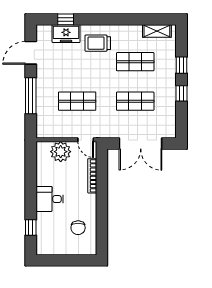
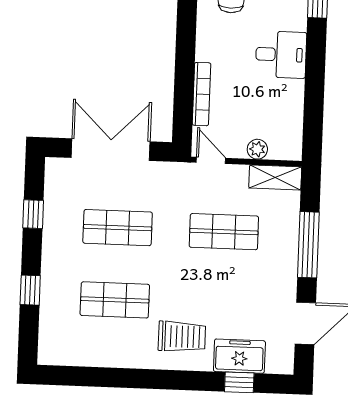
shelving: (157, 31) -> (275, 177), moved
window: (182, 93) -> (33, 214), moved
plant: (61, 152) -> (257, 149), width x0.53, depth x0.53

